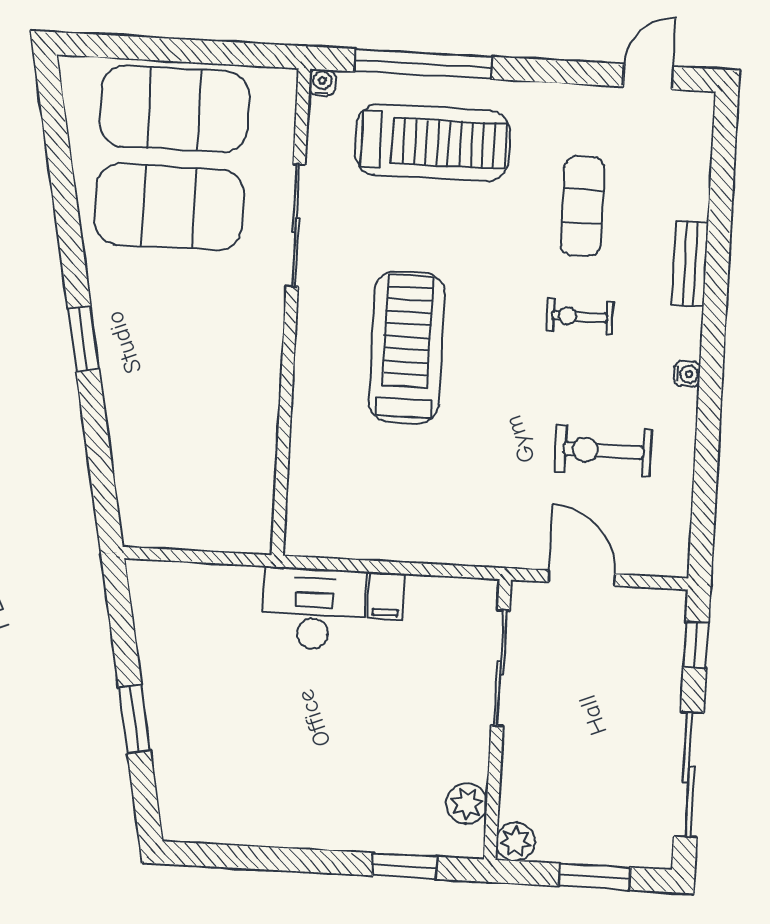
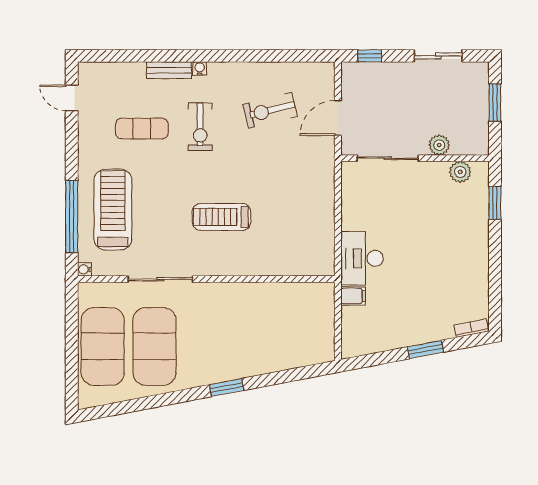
exercise bike: (580, 317) -> (200, 127), width x1.38, depth x1.39
treadmill: (407, 347) -> (221, 217), width x0.73, depth x0.73
water cooler: (687, 374) -> (200, 68), moved
exercise bike: (603, 450) -> (270, 110), turned 76
filing cabinet: (386, 596) -> (353, 296), moved
sliding door: (689, 774) -> (438, 56), width x0.73
bookcase: (170, 808) -> (471, 328), added
plant: (516, 842) -> (439, 145), moved

